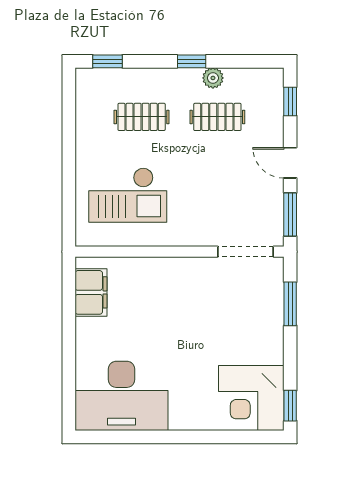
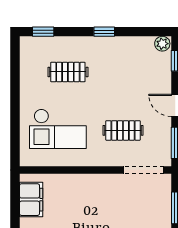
plant: (213, 78) -> (162, 44), moved
clothes rail: (217, 117) -> (123, 130), moved

